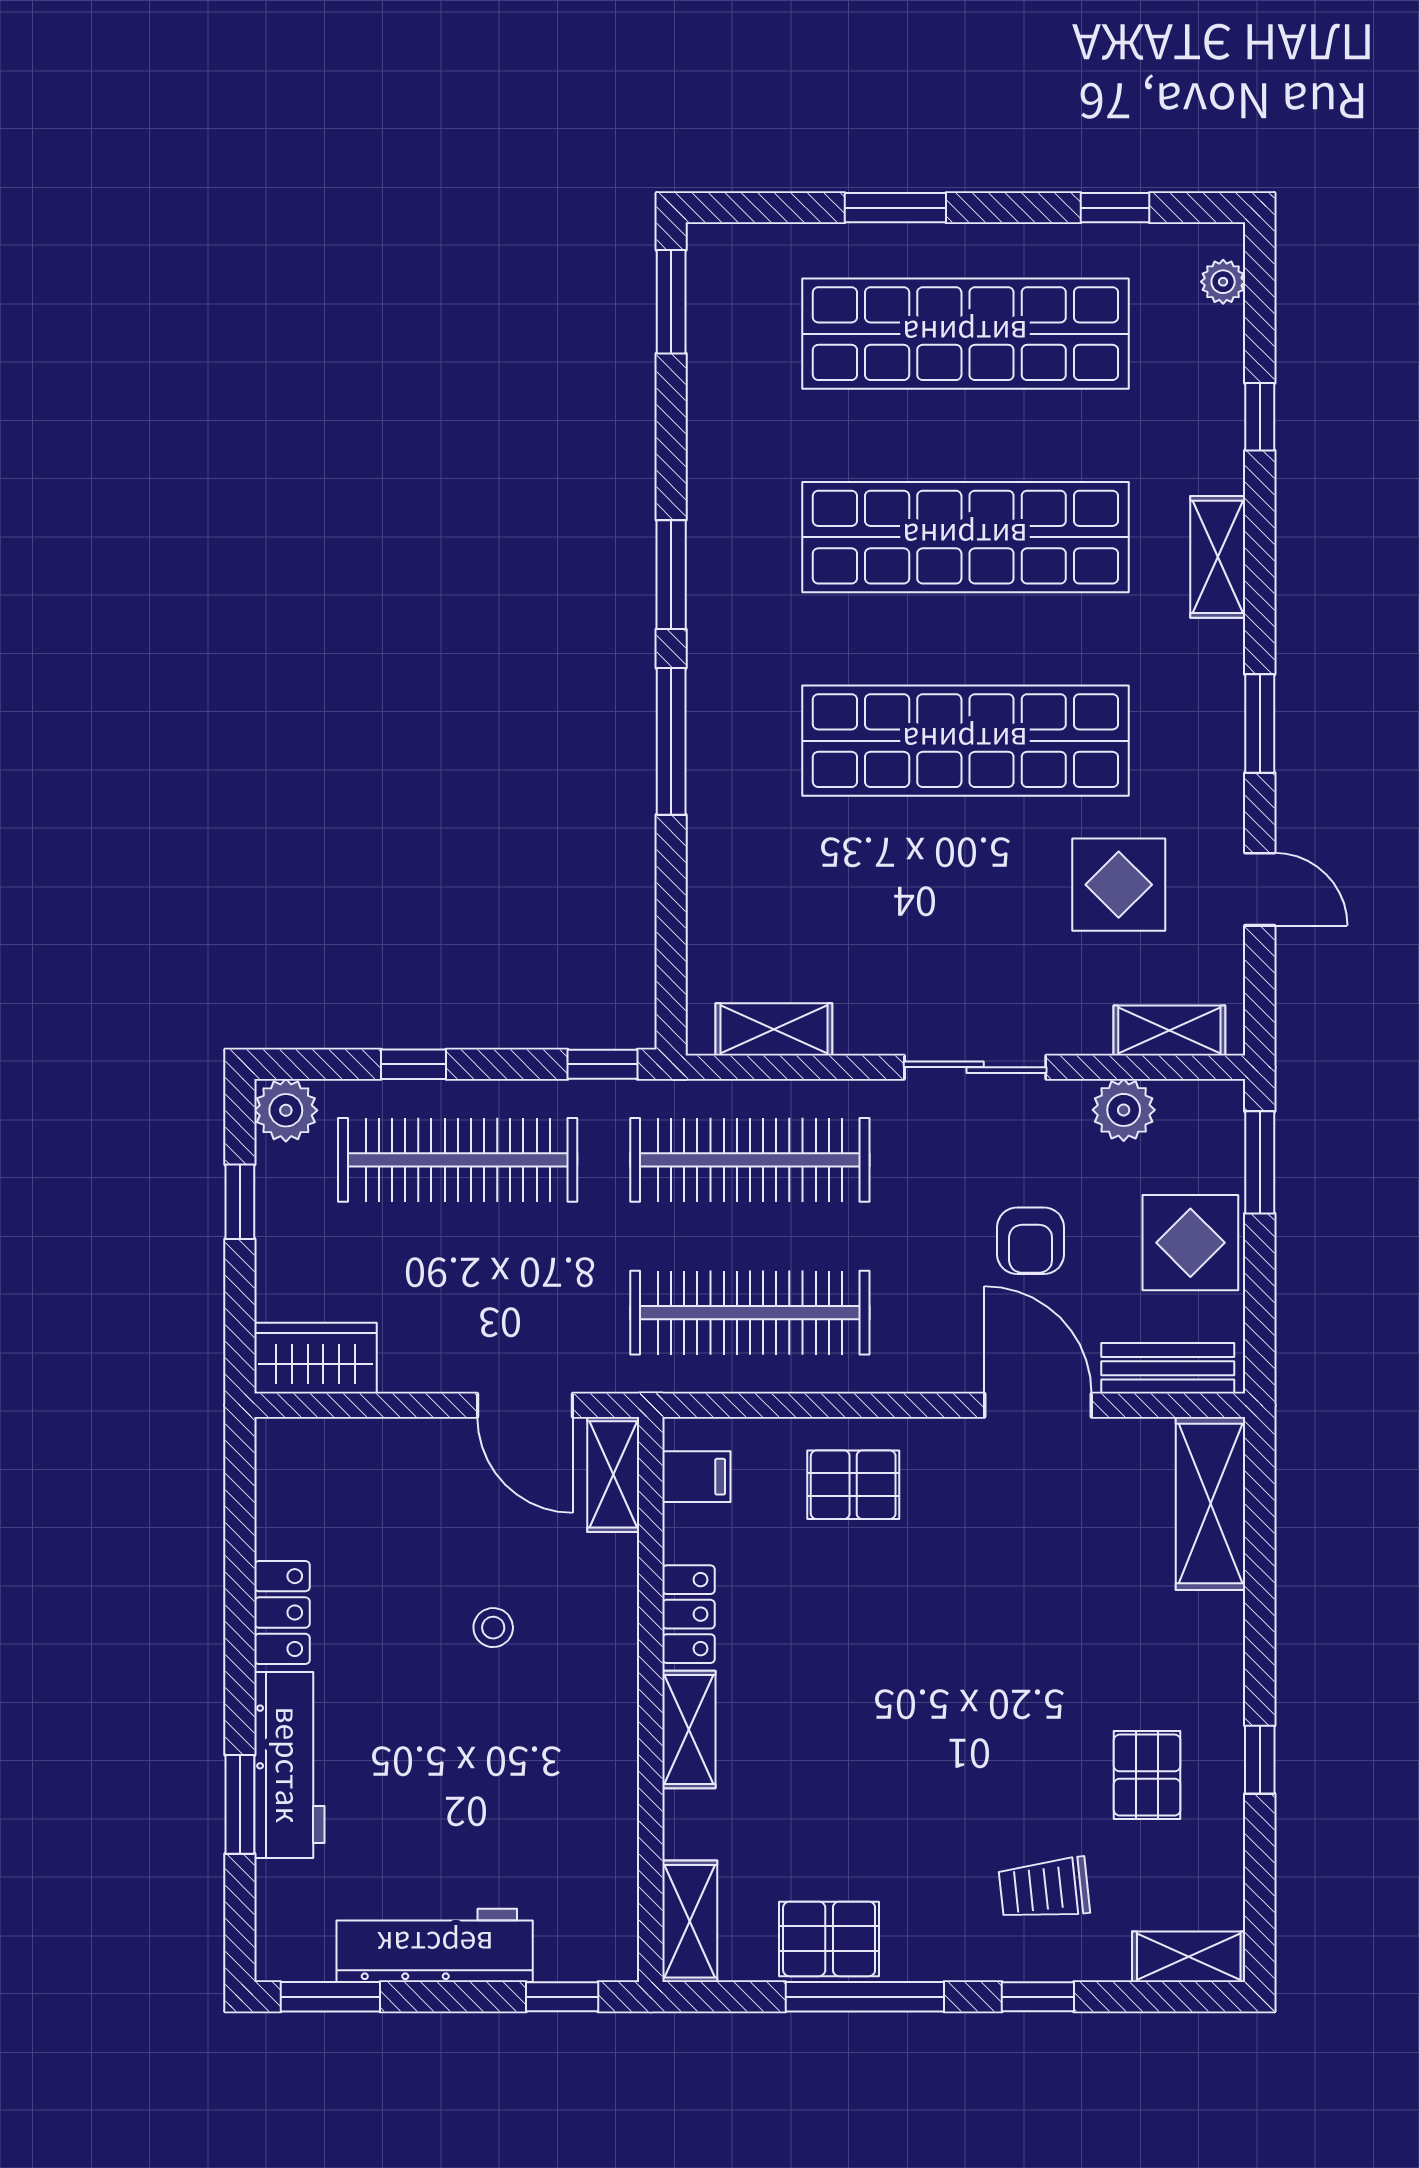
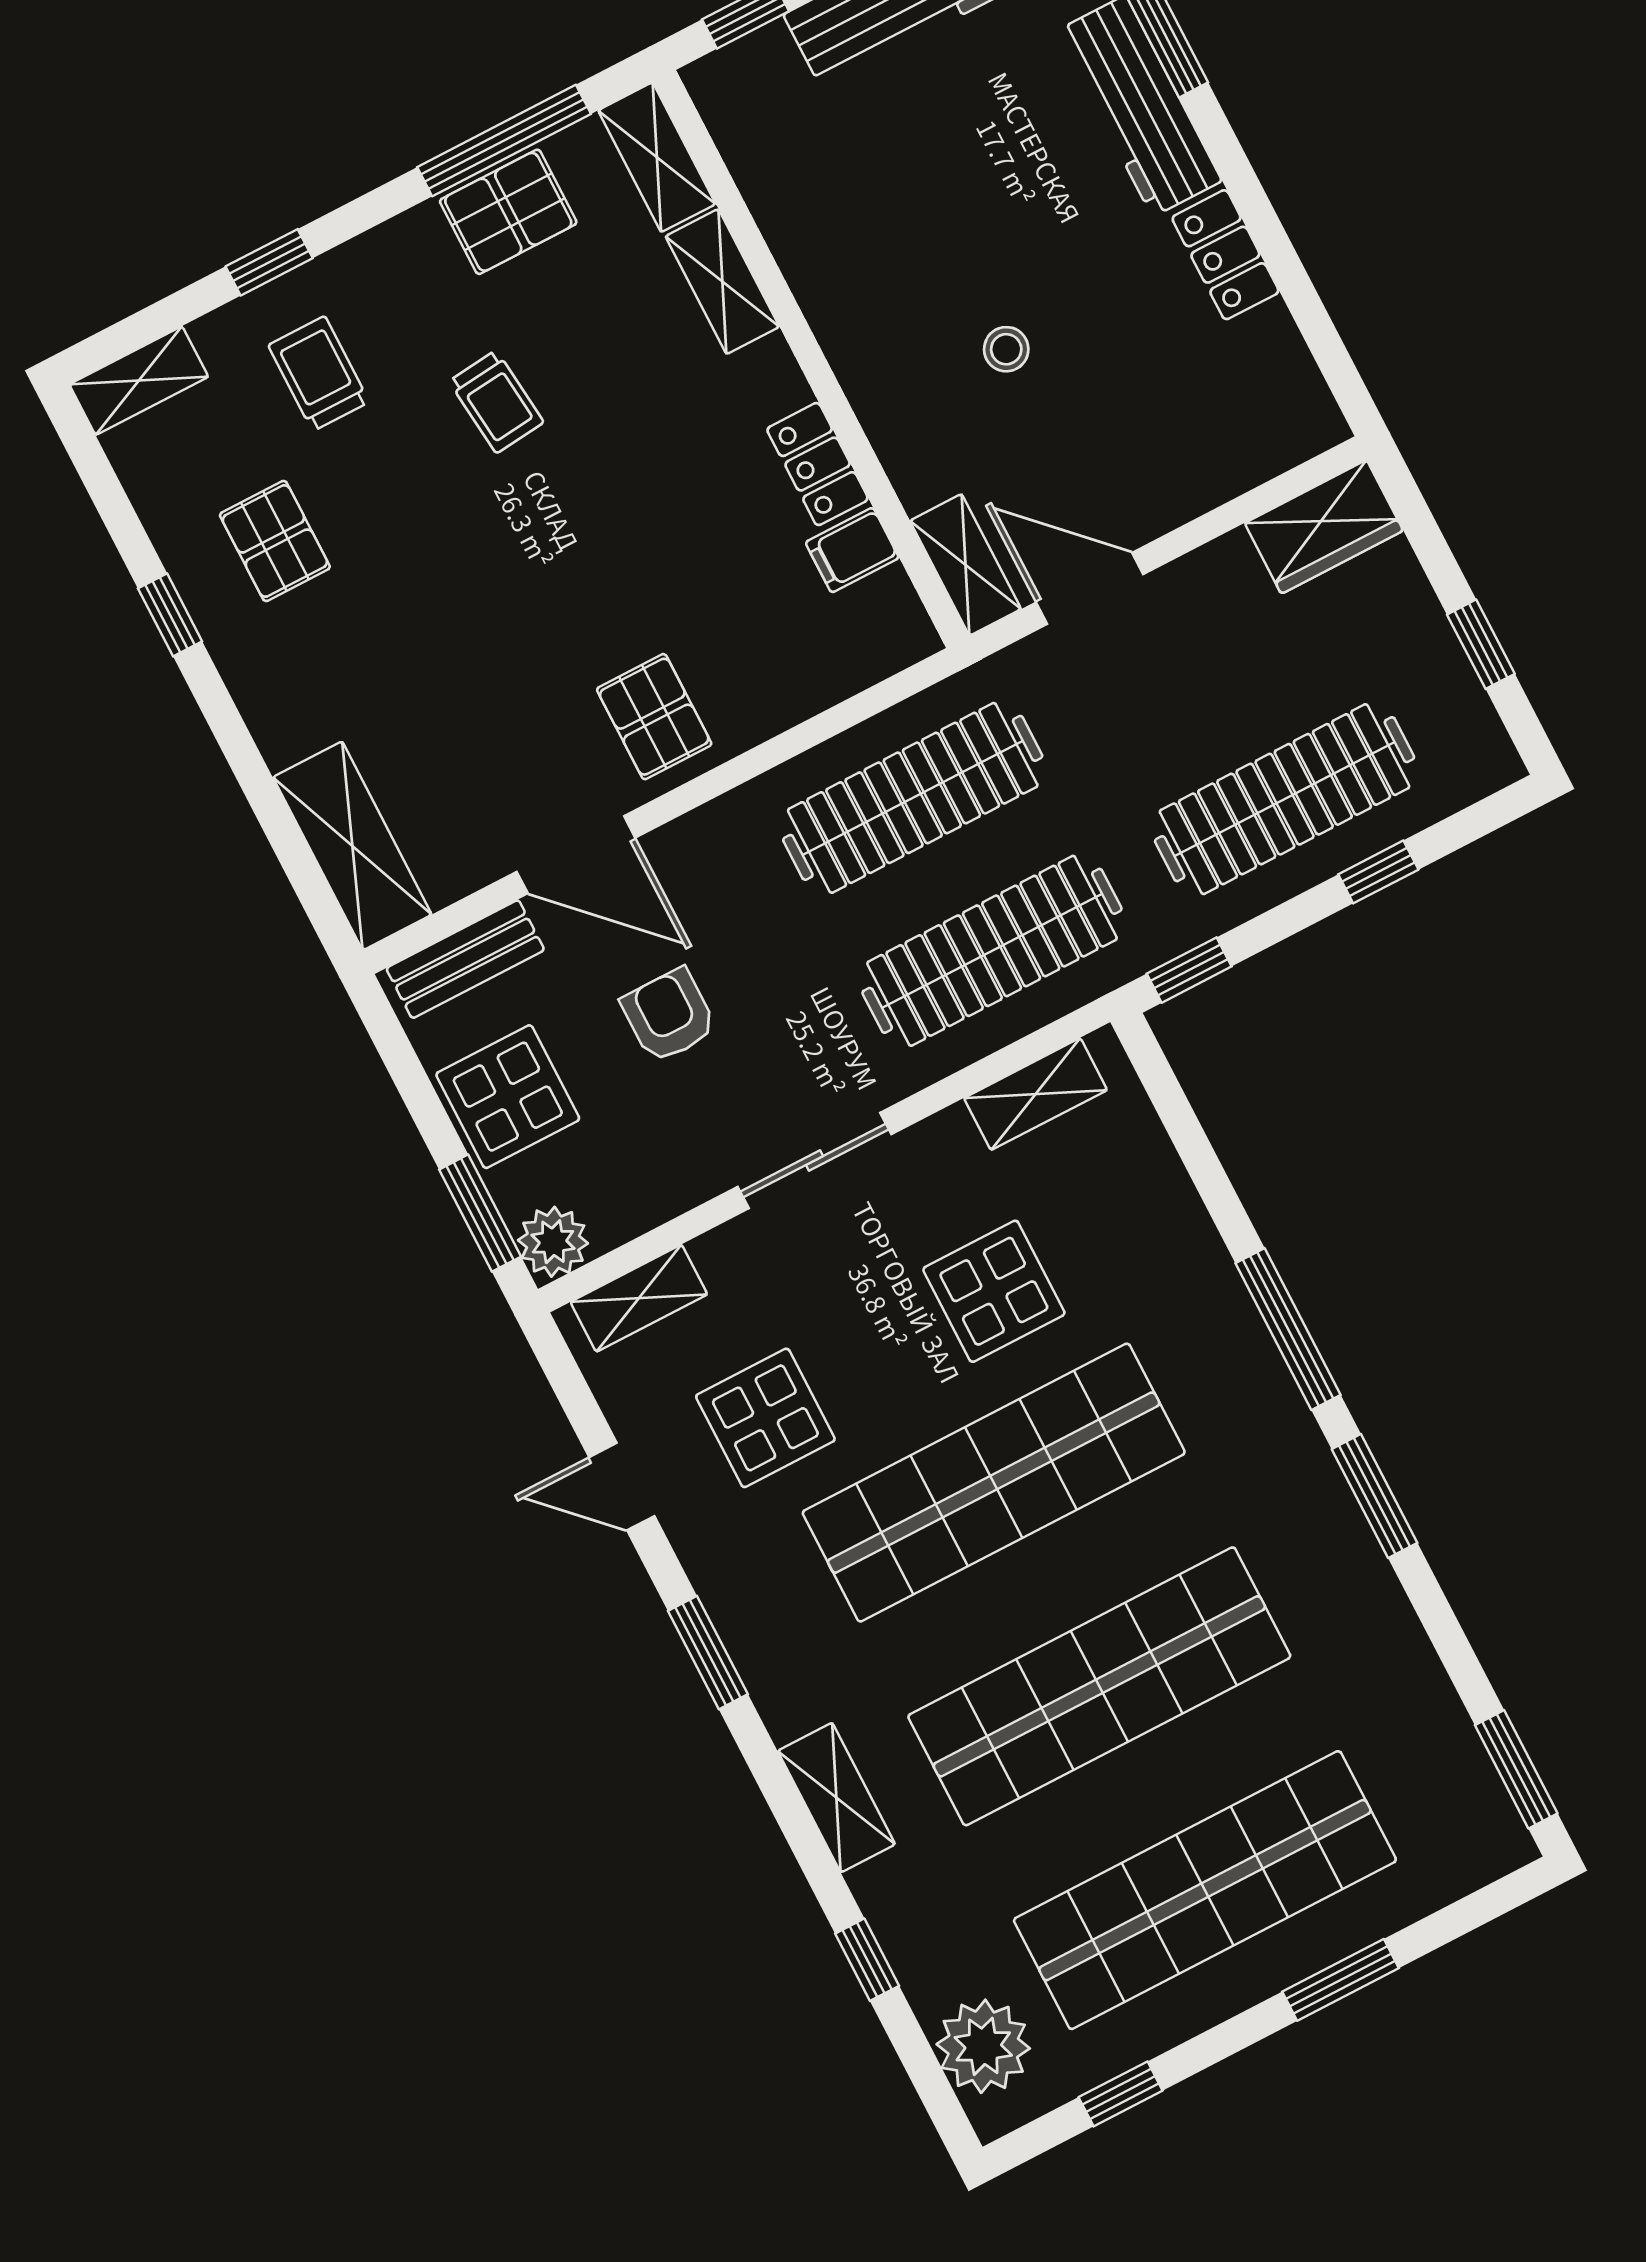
plant: (1223, 282) -> (983, 2046), width x1.88, depth x1.88
display table: (887, 891) -> (994, 1291), added
plant: (286, 1110) -> (1482, 760), removed
plant: (1124, 1110) -> (553, 1242), moved
filing cabinet: (696, 1477) -> (852, 550), moved
pallet: (853, 1485) -> (654, 717), moved, turned 90
shelving: (689, 1730) -> (722, 282), moved
trolley: (916, 1794) -> (496, 402), added
trolley: (1044, 1889) -> (319, 374), turned -84
window: (865, 1997) -> (504, 140), moved

